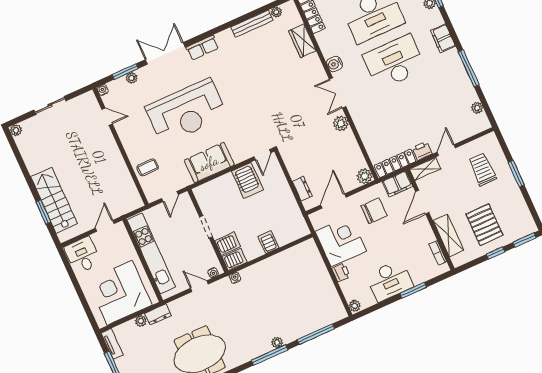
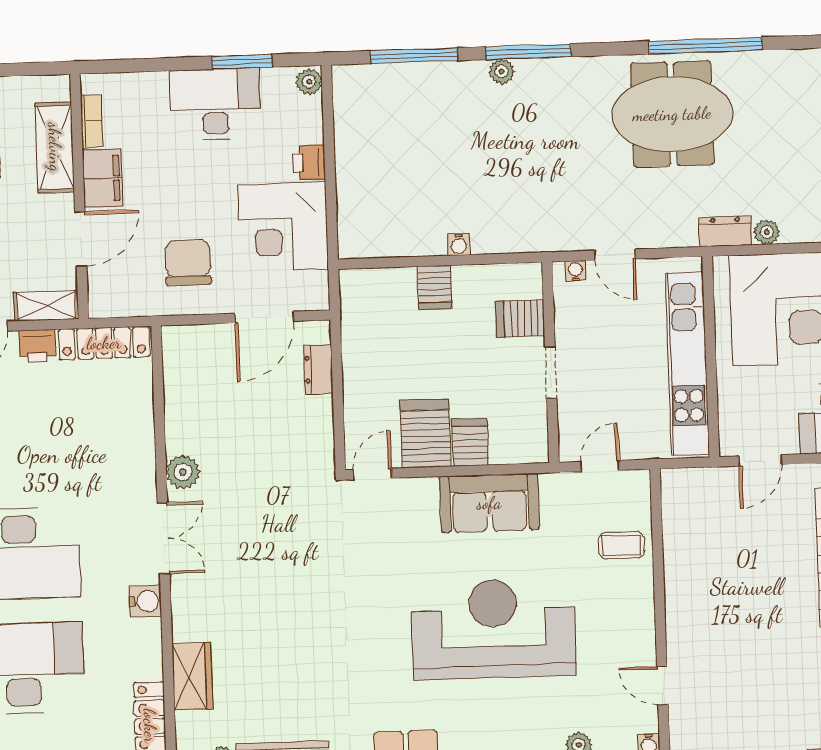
plant: (365, 176) -> (179, 342), removed
filing cabinet: (397, 184) -> (103, 178), moved, turned 90
chair: (374, 211) -> (188, 263), turned 90
server rack: (234, 259) -> (470, 442), moved, turned 90
water cooler: (235, 278) -> (459, 244), moved
window: (413, 290) -> (242, 62), moved

